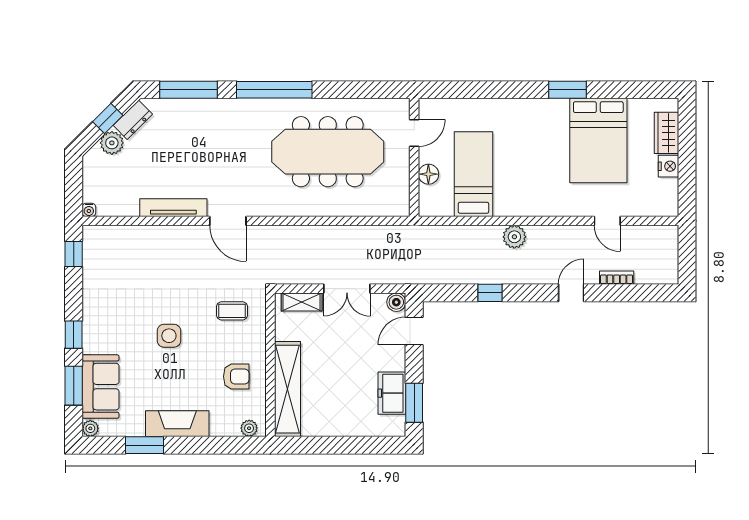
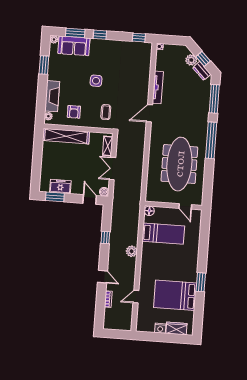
floor lamp: (428, 174) -> (149, 211), moved
fireplace: (177, 424) -> (52, 96), moved

